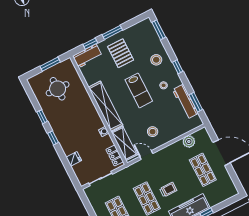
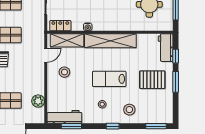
workbench: (185, 102) -> (64, 117), moved

